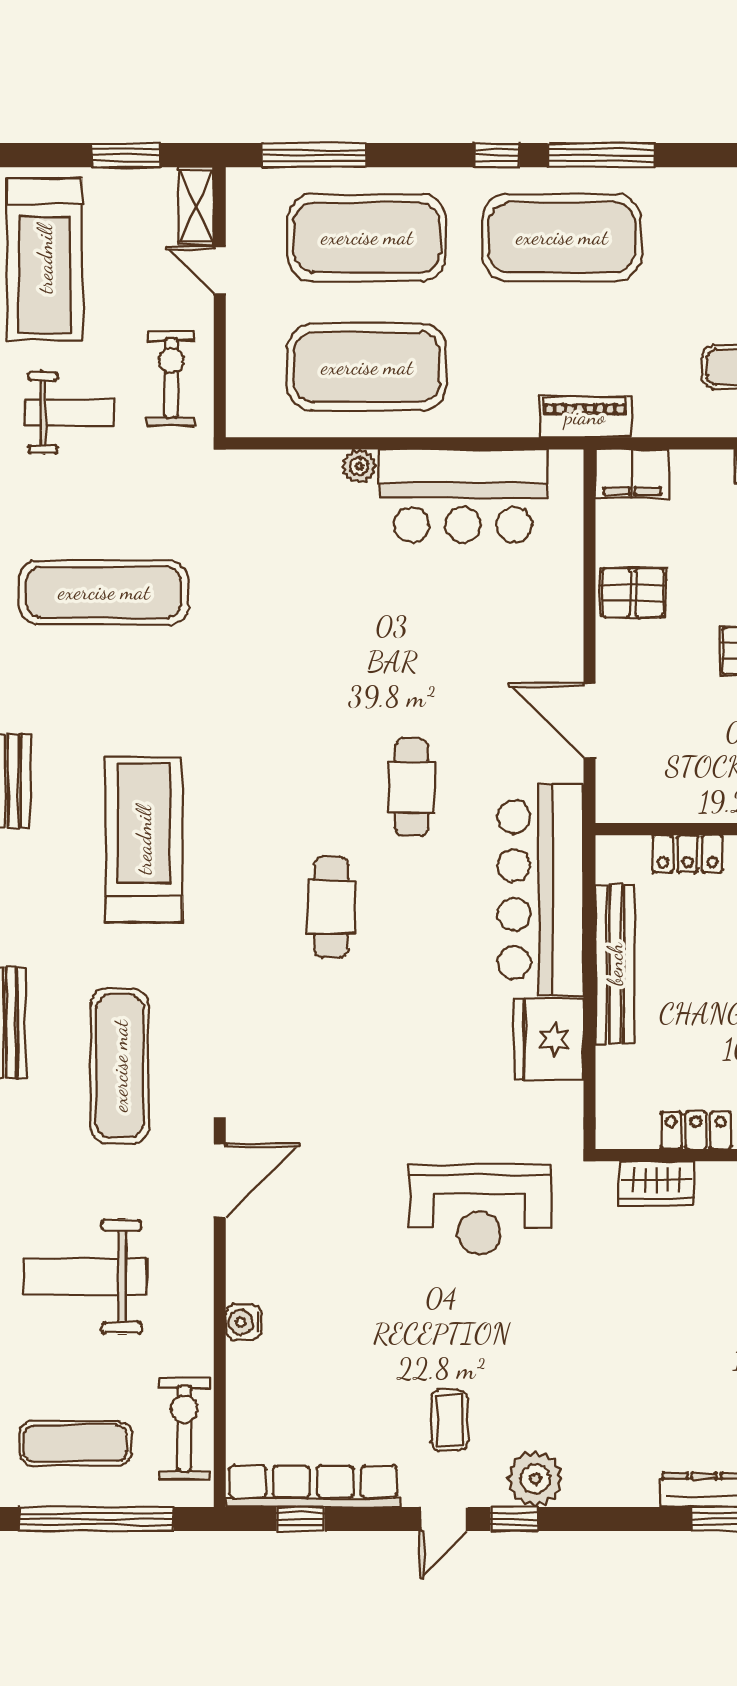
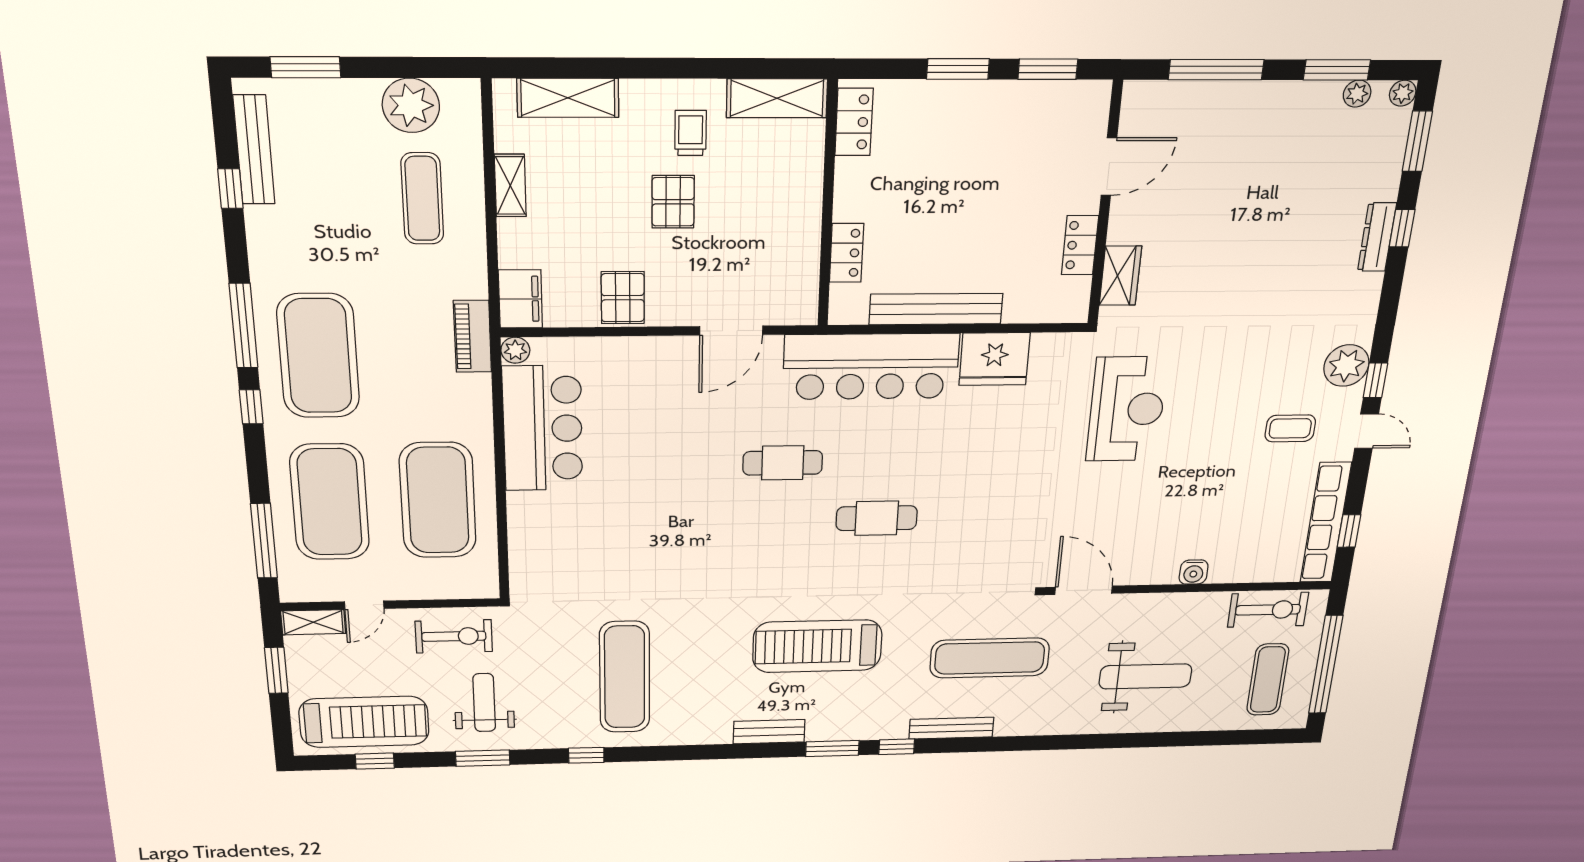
exercise bike: (171, 378) -> (454, 636), turned 180
plant: (359, 466) -> (515, 350), moved
weight bench: (85, 1277) -> (1145, 676), turned -90
exercise bike: (184, 1429) -> (1268, 610), turned 180

